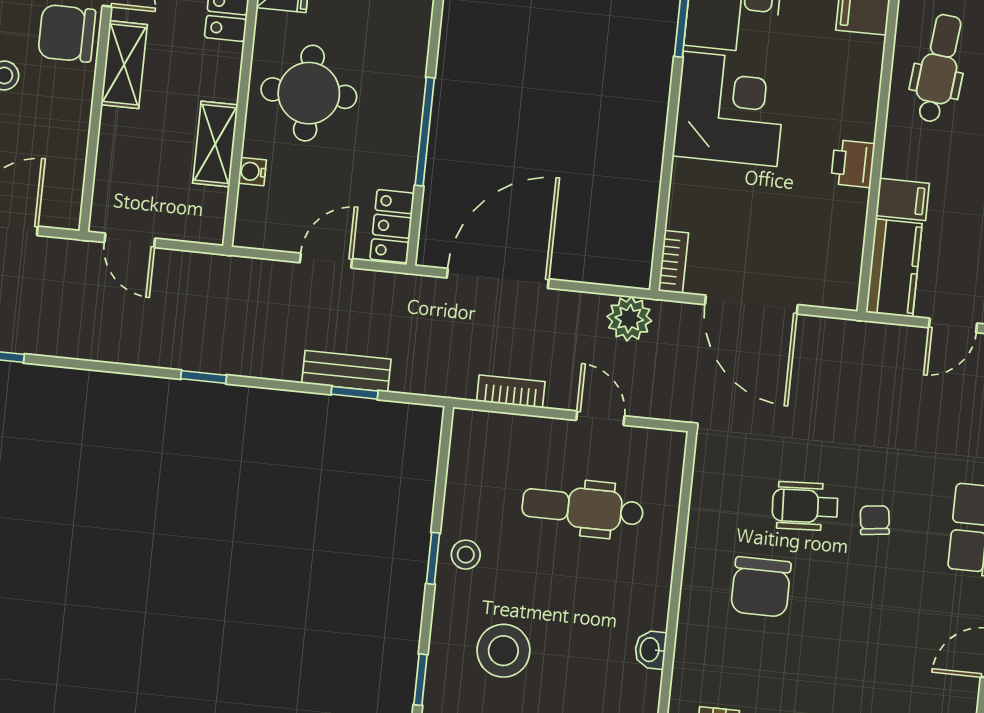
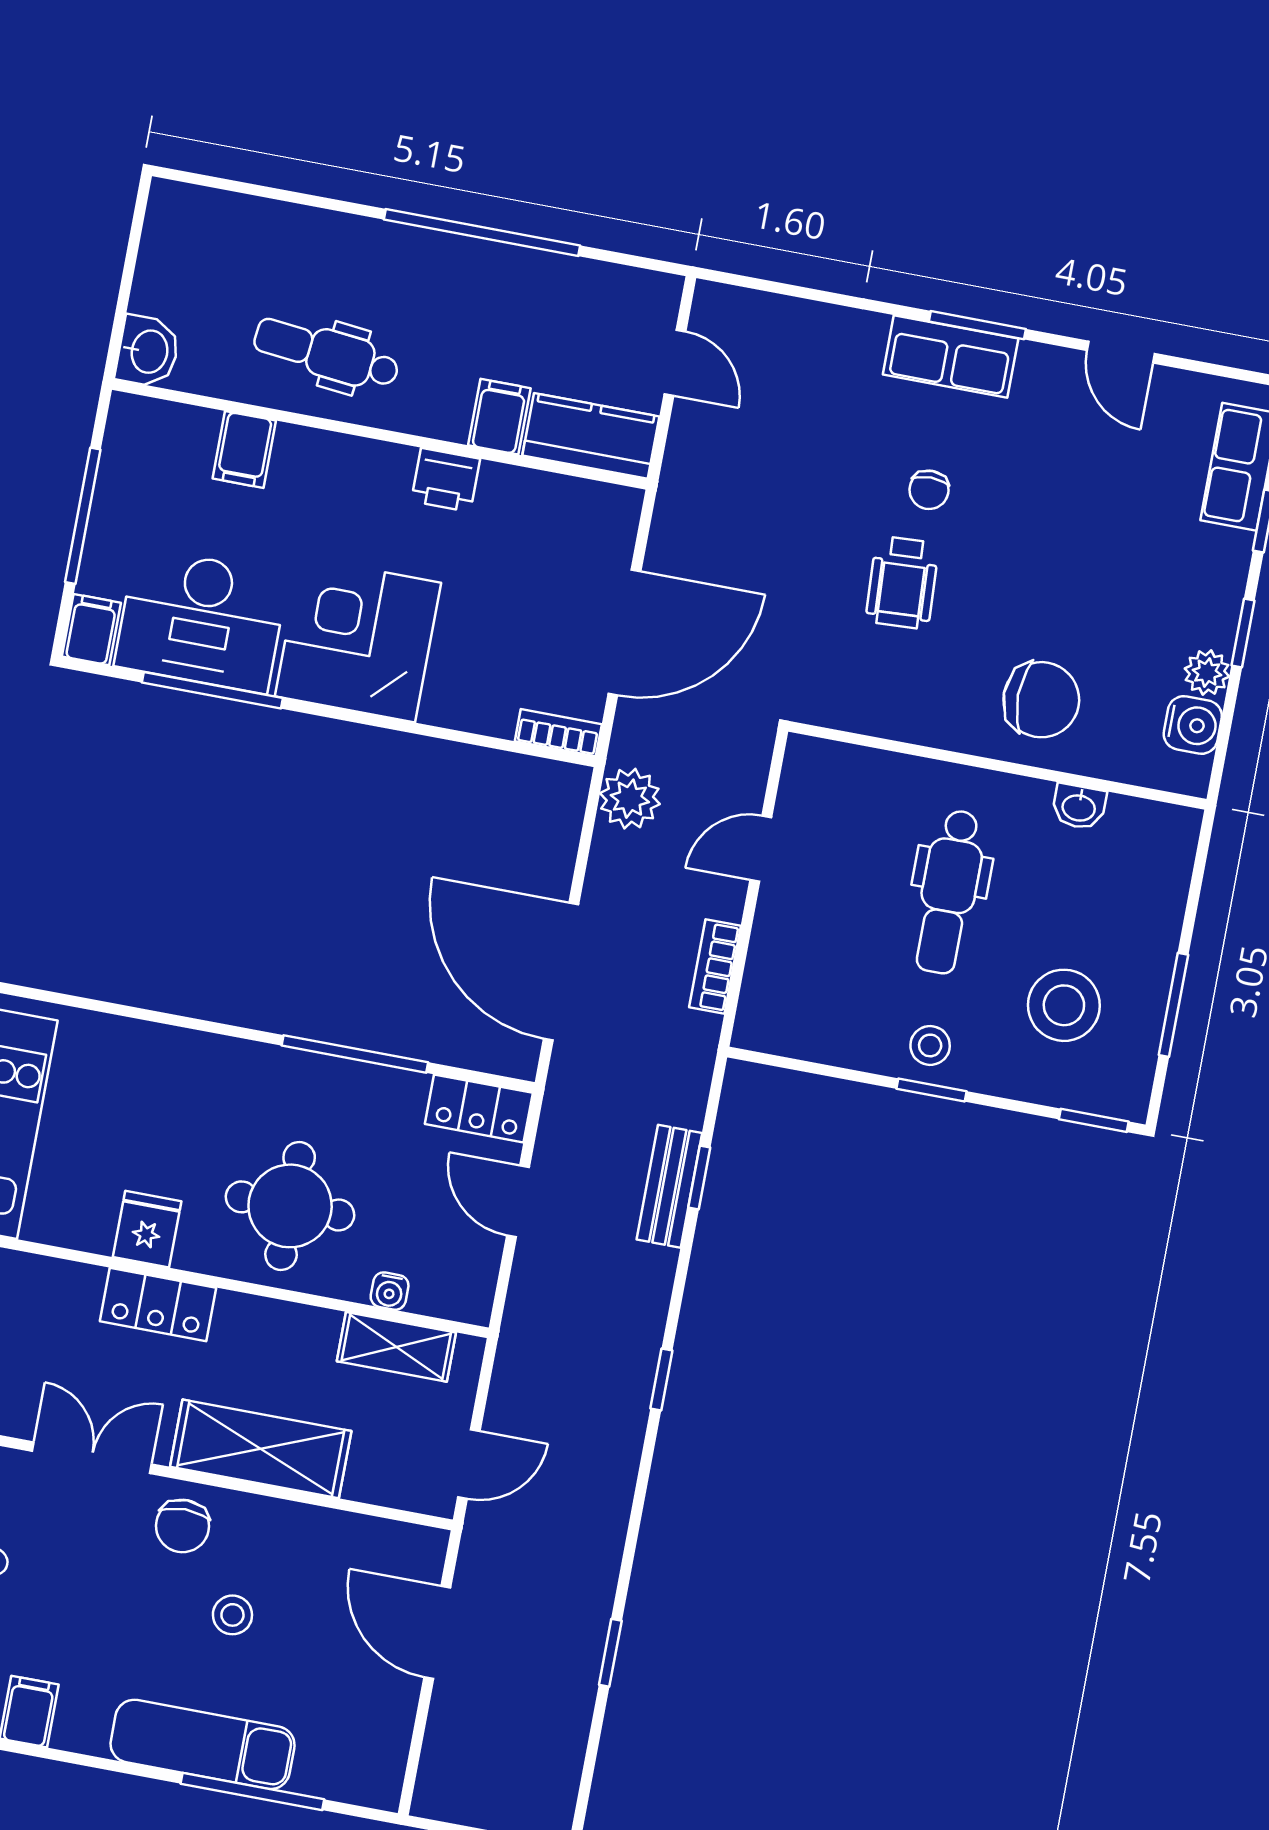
chair: (67, 33) -> (183, 1526), width x0.73, depth x0.73
shelving: (124, 65) -> (261, 1449), width x1.50, depth x1.33
shelving: (215, 144) -> (396, 1347), moved
dental chair: (583, 508) -> (949, 892), moved
chair: (875, 520) -> (929, 490), turned -83
chair: (761, 587) -> (1041, 700), moved

